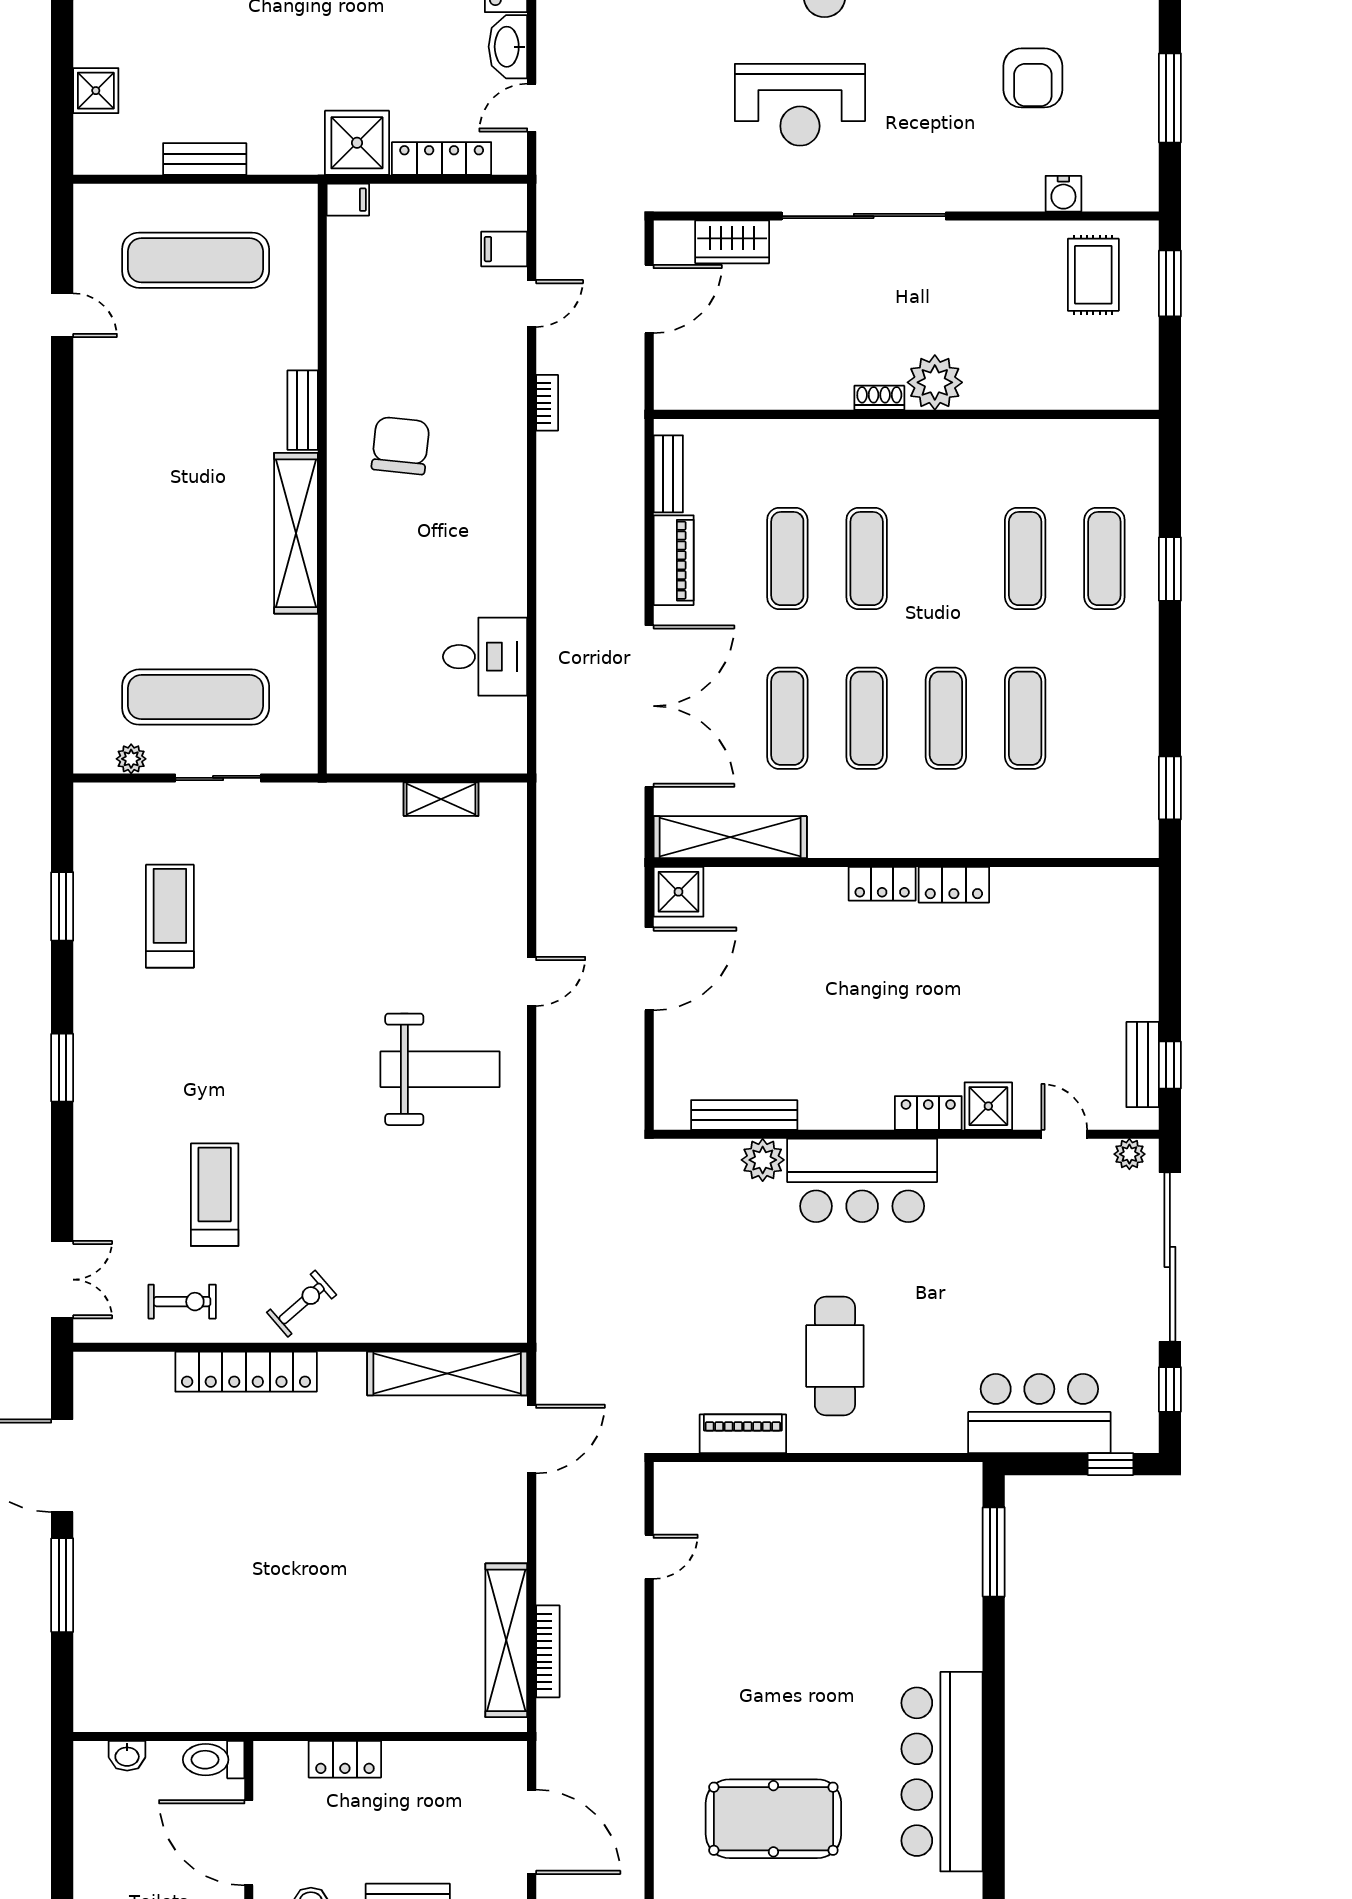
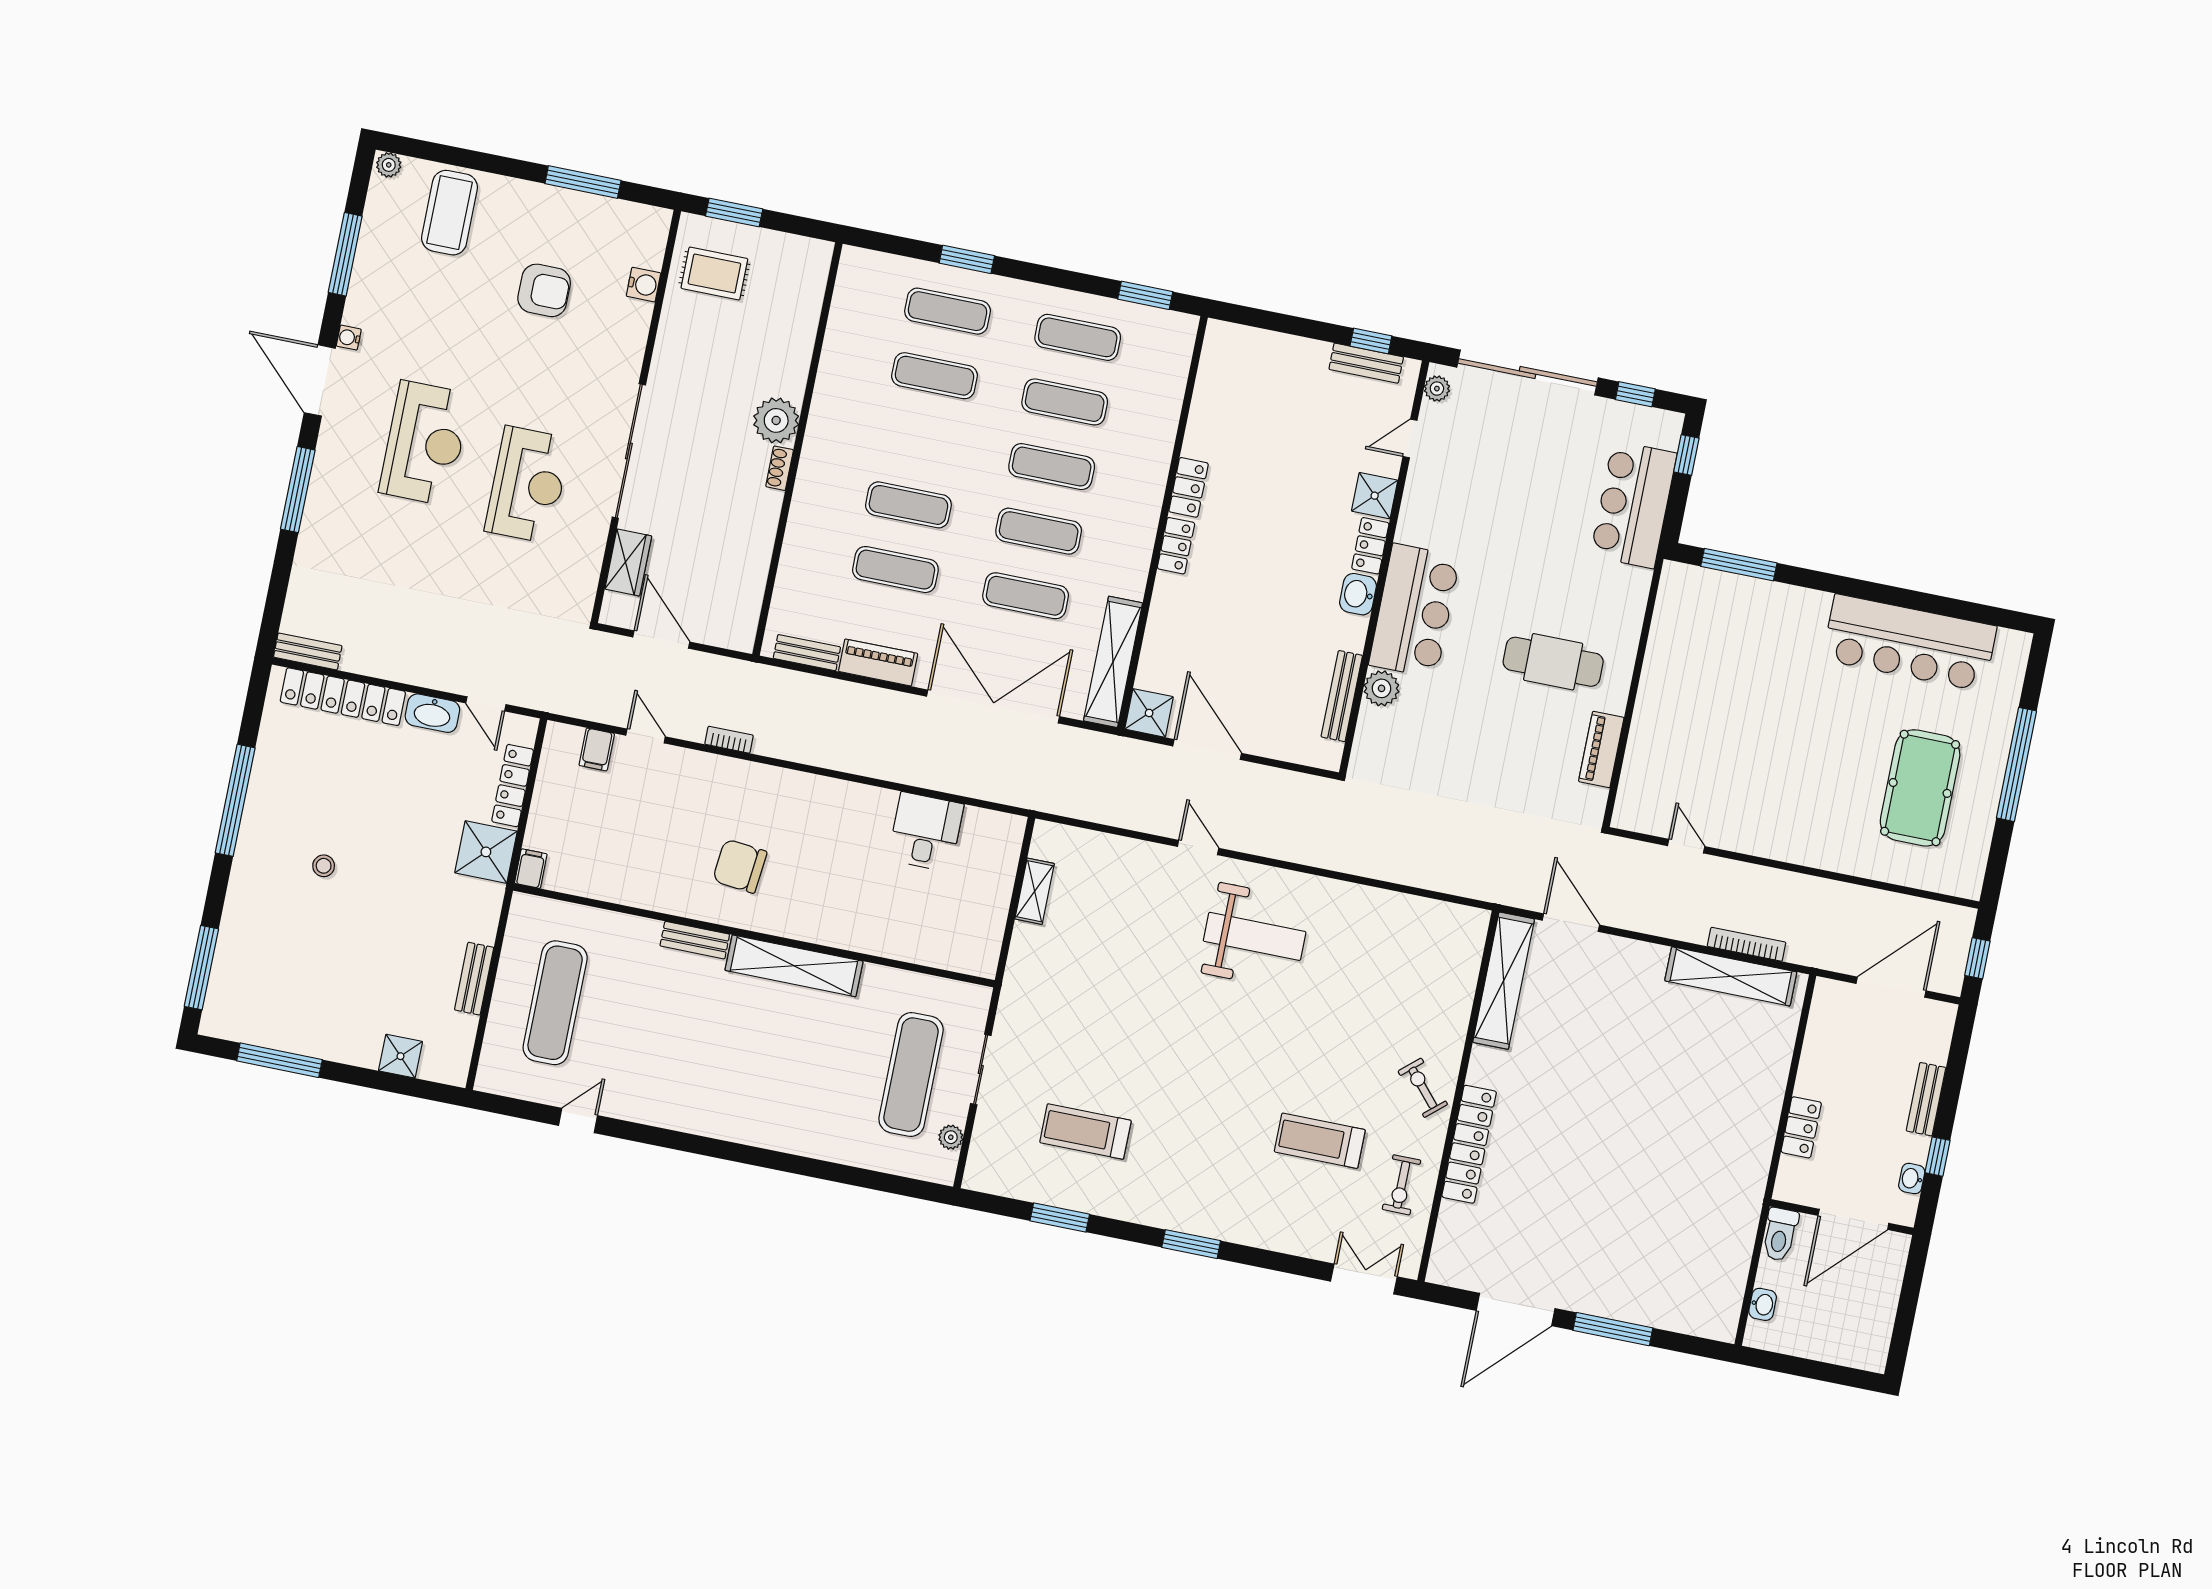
exercise mat: (1104, 718) -> (1078, 337), added
weight bench: (440, 1069) -> (1255, 936), turned 90
washbasin: (868, 1110) -> (1358, 594), added
exercise bike: (182, 1302) -> (1401, 1185), turned 180

